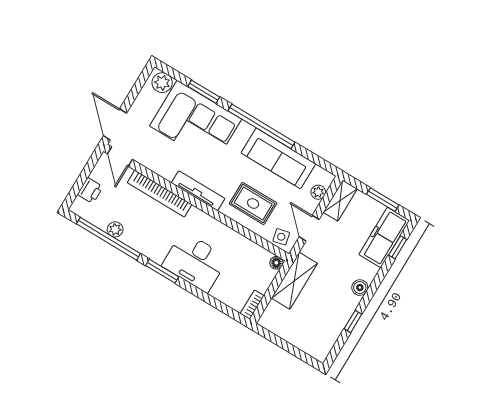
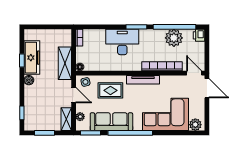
window: (204, 92) -> (91, 133), moved
printer: (90, 191) -> (199, 35), moved
plant: (115, 229) -> (174, 38), width x1.87, depth x1.87
freezer: (384, 237) -> (32, 58), moved

